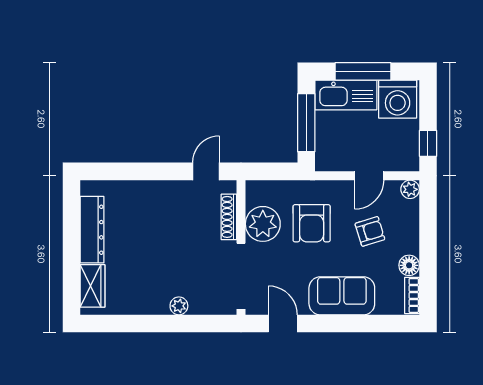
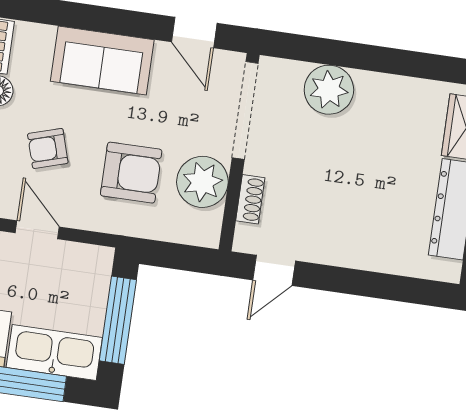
door: (369, 176) -> (37, 230), hinge flipped
shoe rack: (229, 217) -> (250, 199), width x0.70
armchair: (312, 223) -> (131, 173), turned 90
plant: (179, 306) -> (329, 90), width x1.87, depth x1.87

